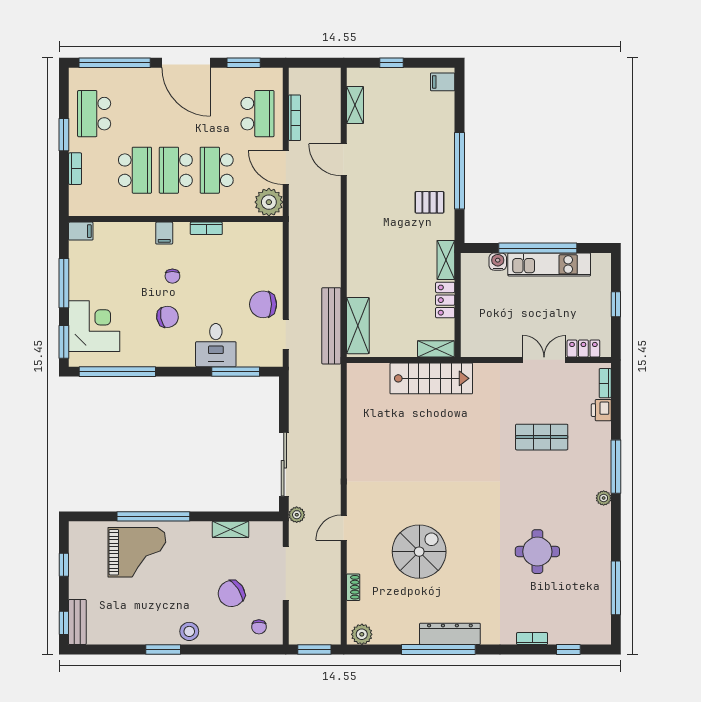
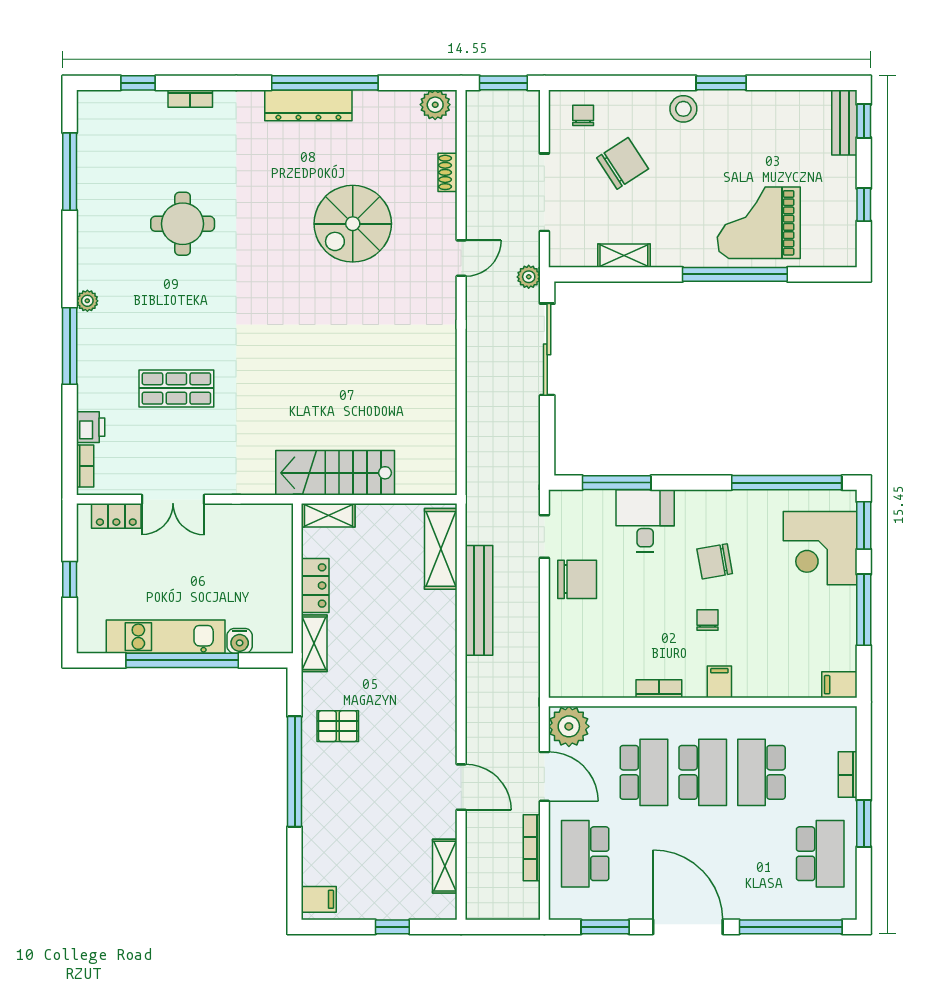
bench: (331, 326) -> (479, 600), moved

